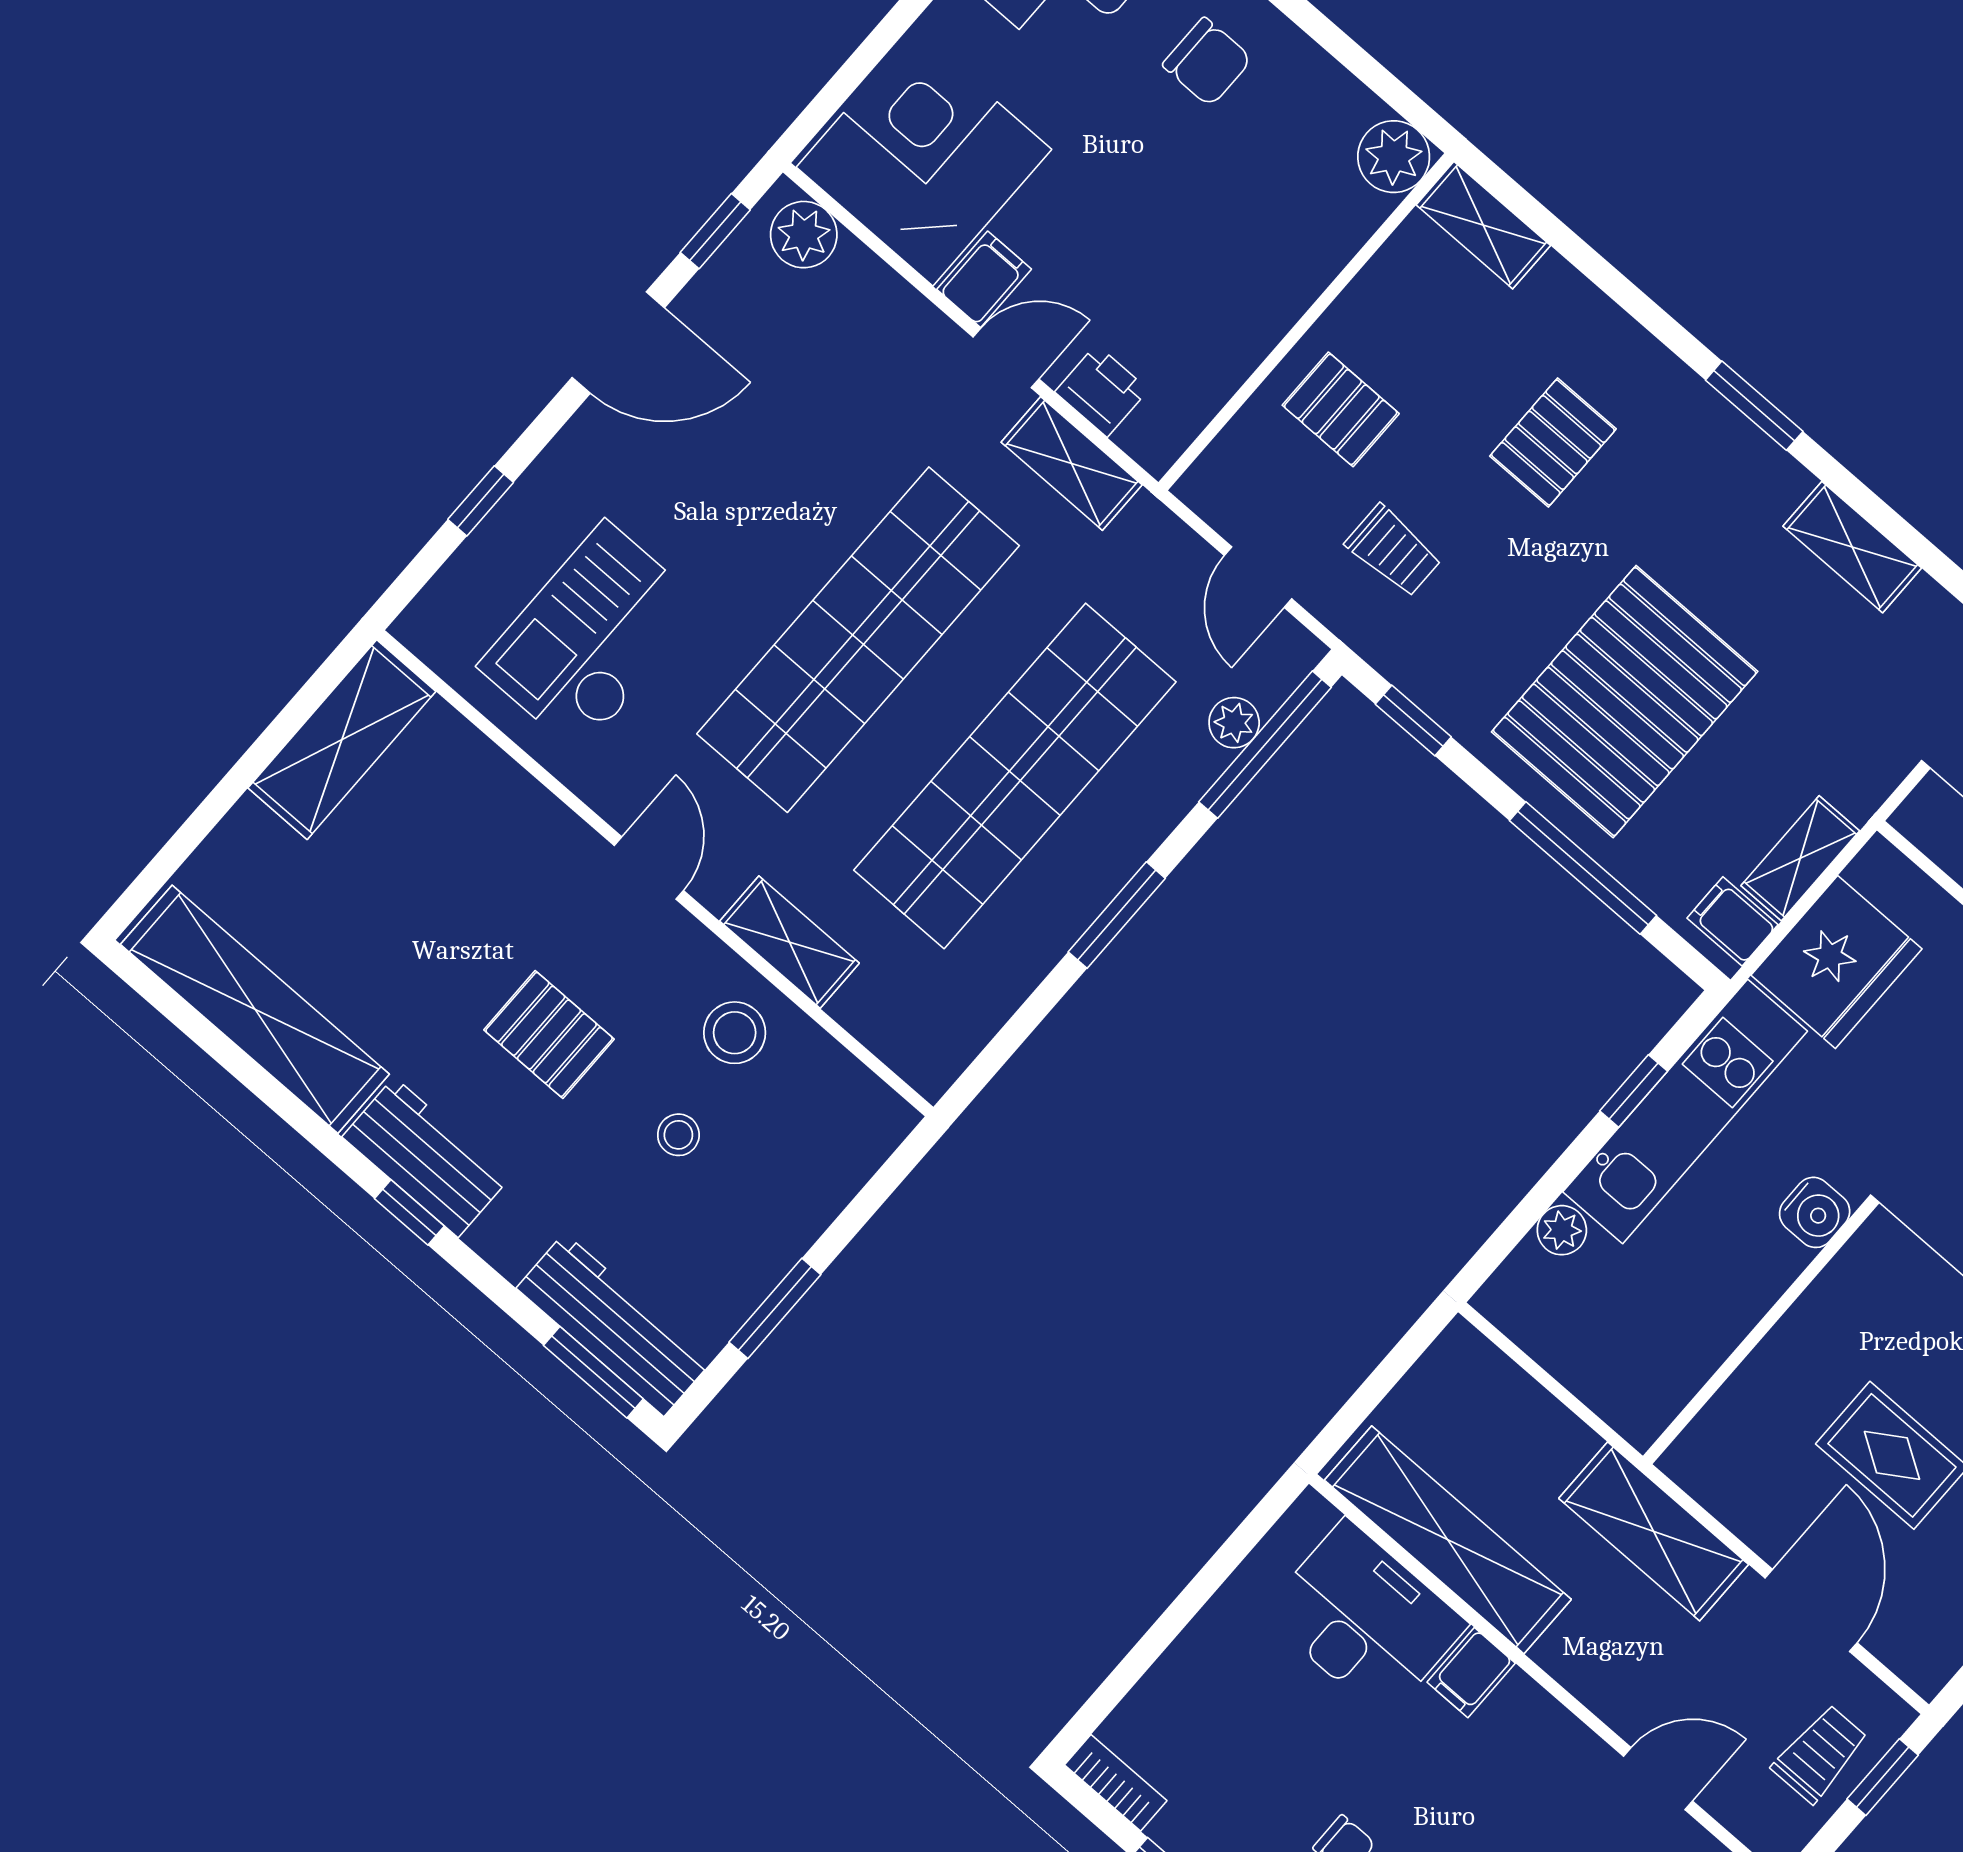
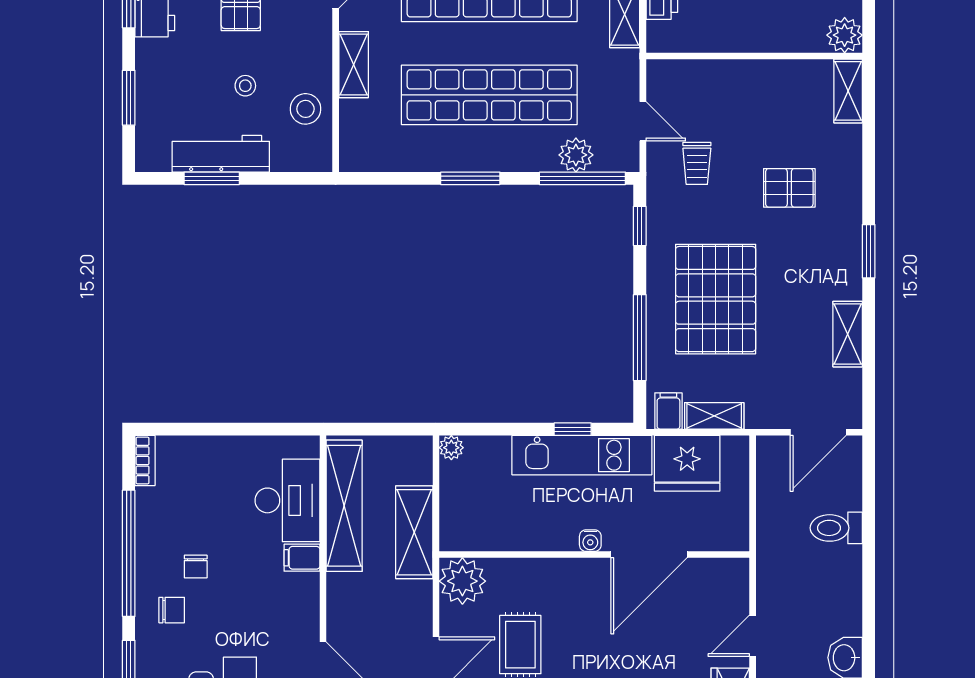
pallet: (1341, 409) -> (733, 98), removed
door: (1258, 577) -> (643, 121), swing flipped
pallet: (1625, 702) -> (716, 299), turned 90
plant: (1234, 723) -> (576, 155), width x1.38, depth x1.38
stool: (735, 1033) -> (305, 109), moved
water cooler: (1815, 1212) -> (590, 541), width x0.72, depth x0.72
plant: (1562, 1230) -> (451, 448), moved
workbench: (614, 1325) -> (221, 154), moved, turned -90
window: (593, 1372) -> (129, 98), moved
plant: (1719, 1459) -> (462, 581), added
shelving: (1654, 1531) -> (414, 532), moved

